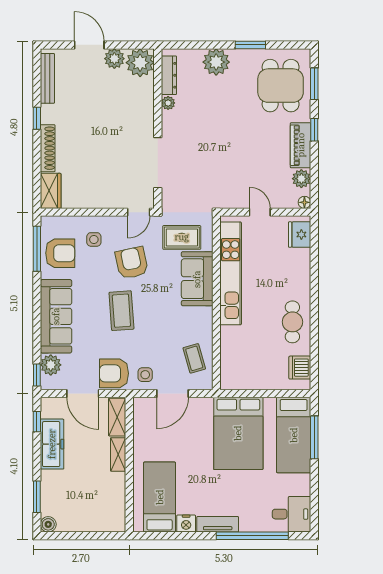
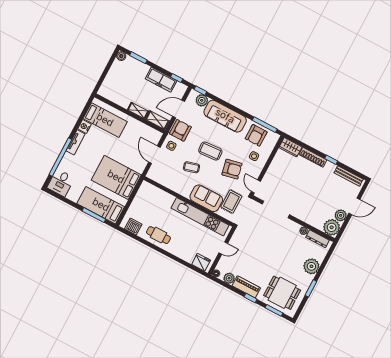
coffee table: (194, 358) -> (191, 167), moved

